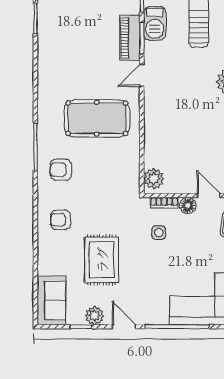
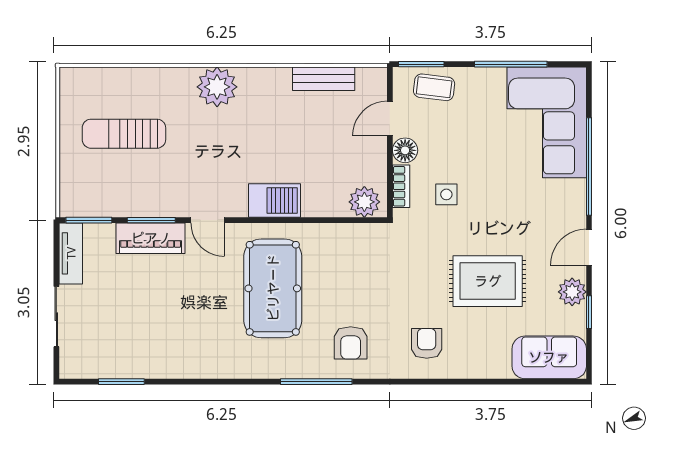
barbecue: (155, 23) -> (274, 201), moved
armchair: (61, 220) -> (427, 343), turned 180

